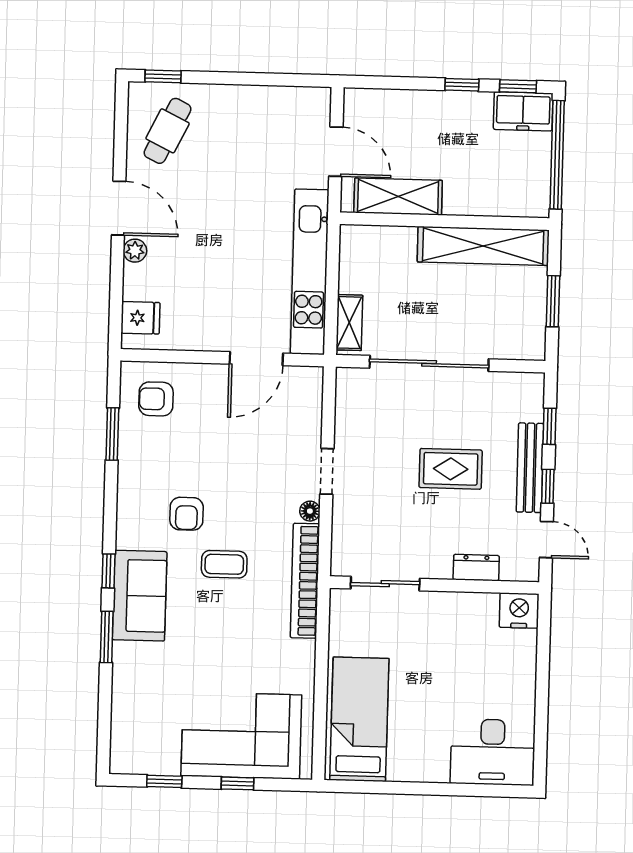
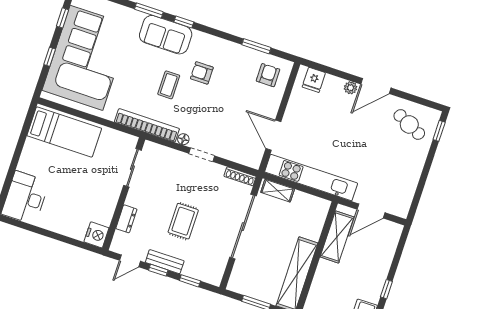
shoe rack: (344, 394) -> (240, 176), added
bench: (530, 468) -> (165, 262), width x0.73
corner sofa: (241, 735) -> (86, 58), width x1.36, depth x1.36

